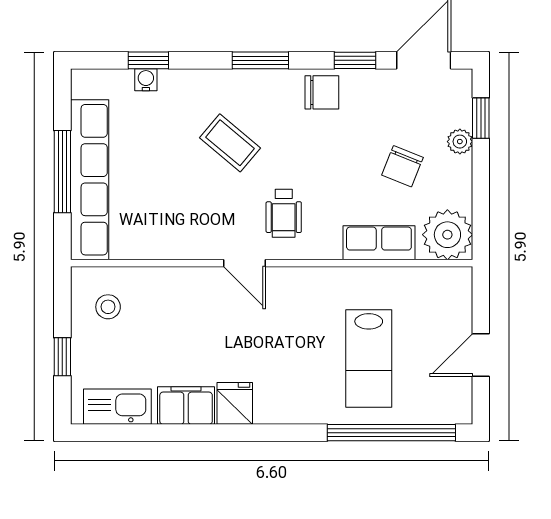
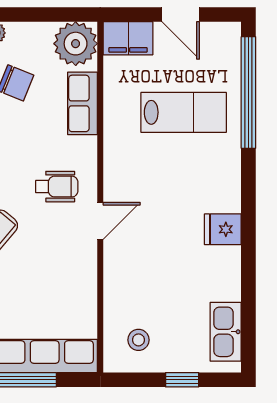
filing cabinet: (186, 406) -> (128, 38), moved, turned -90

